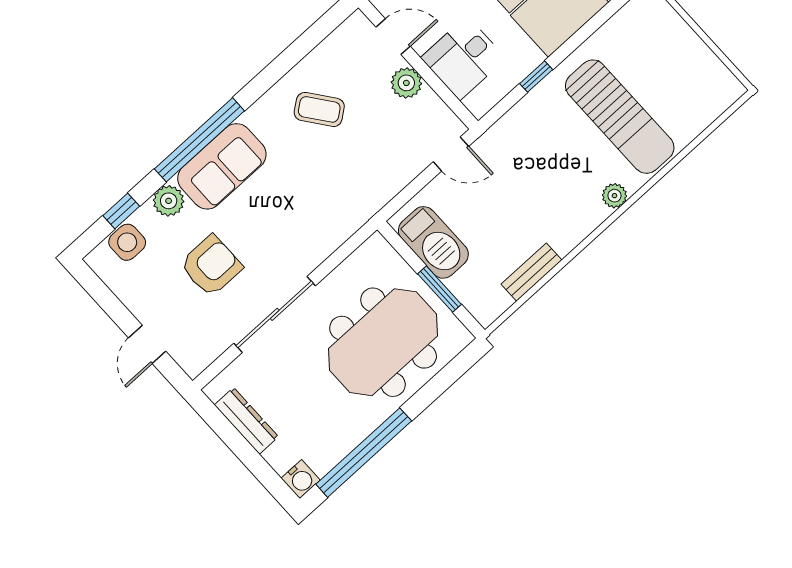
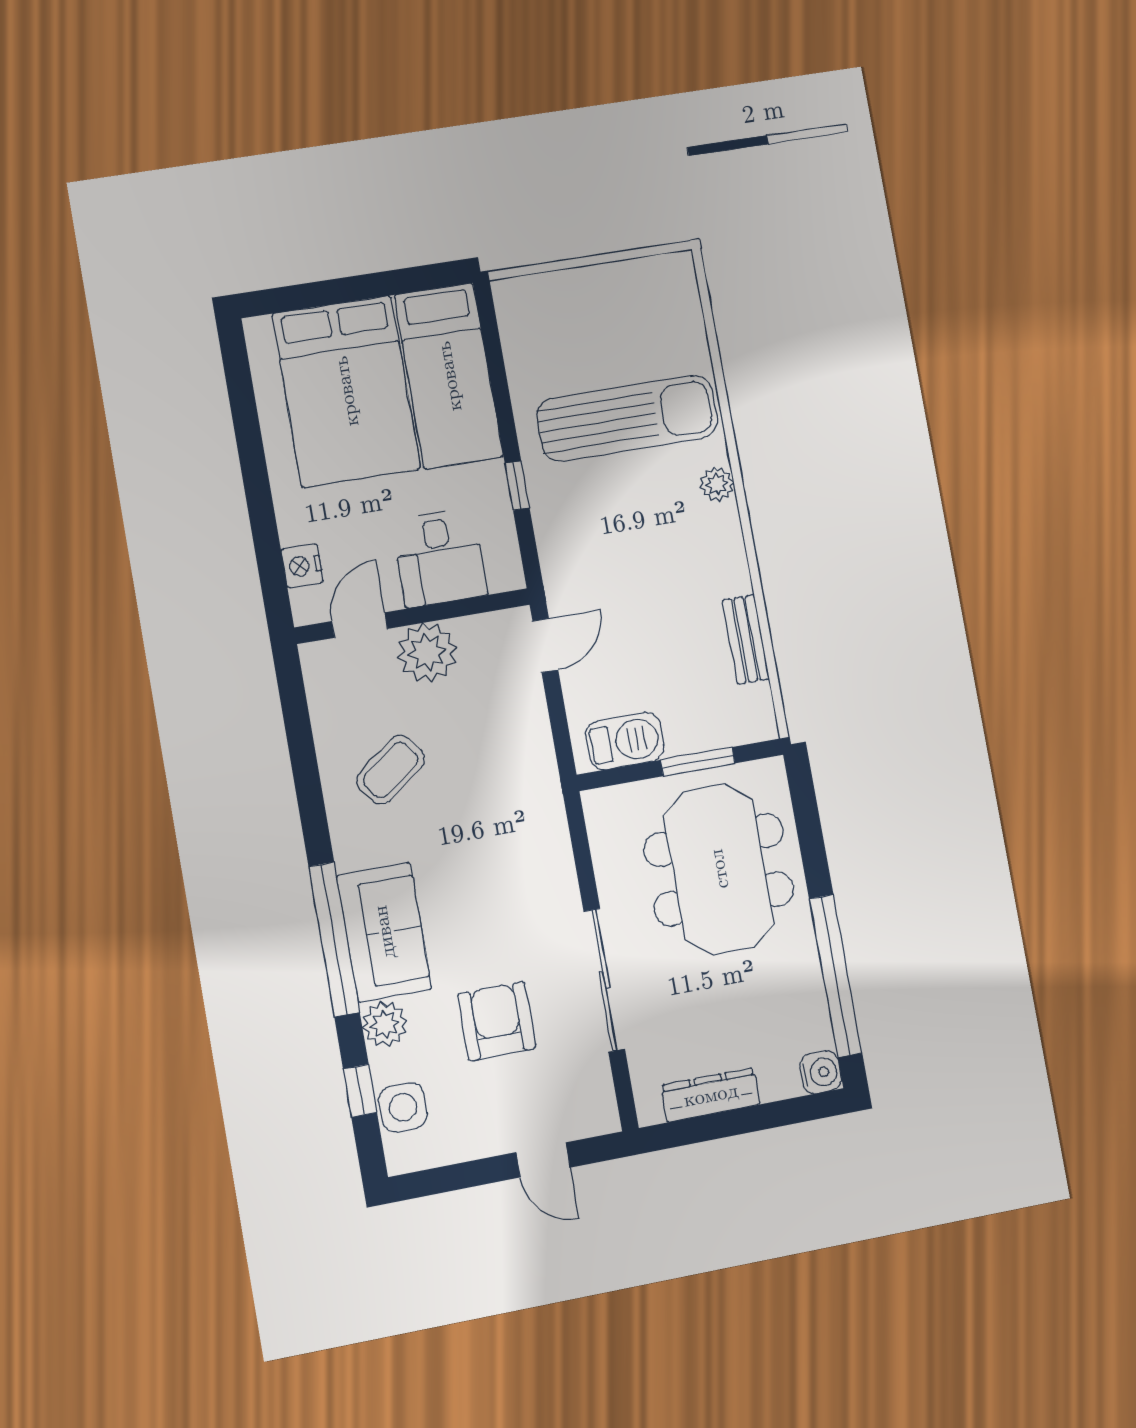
plant: (406, 83) -> (427, 652), width x1.36, depth x1.36
barbecue: (433, 242) -> (625, 741), width x0.73, depth x0.83

